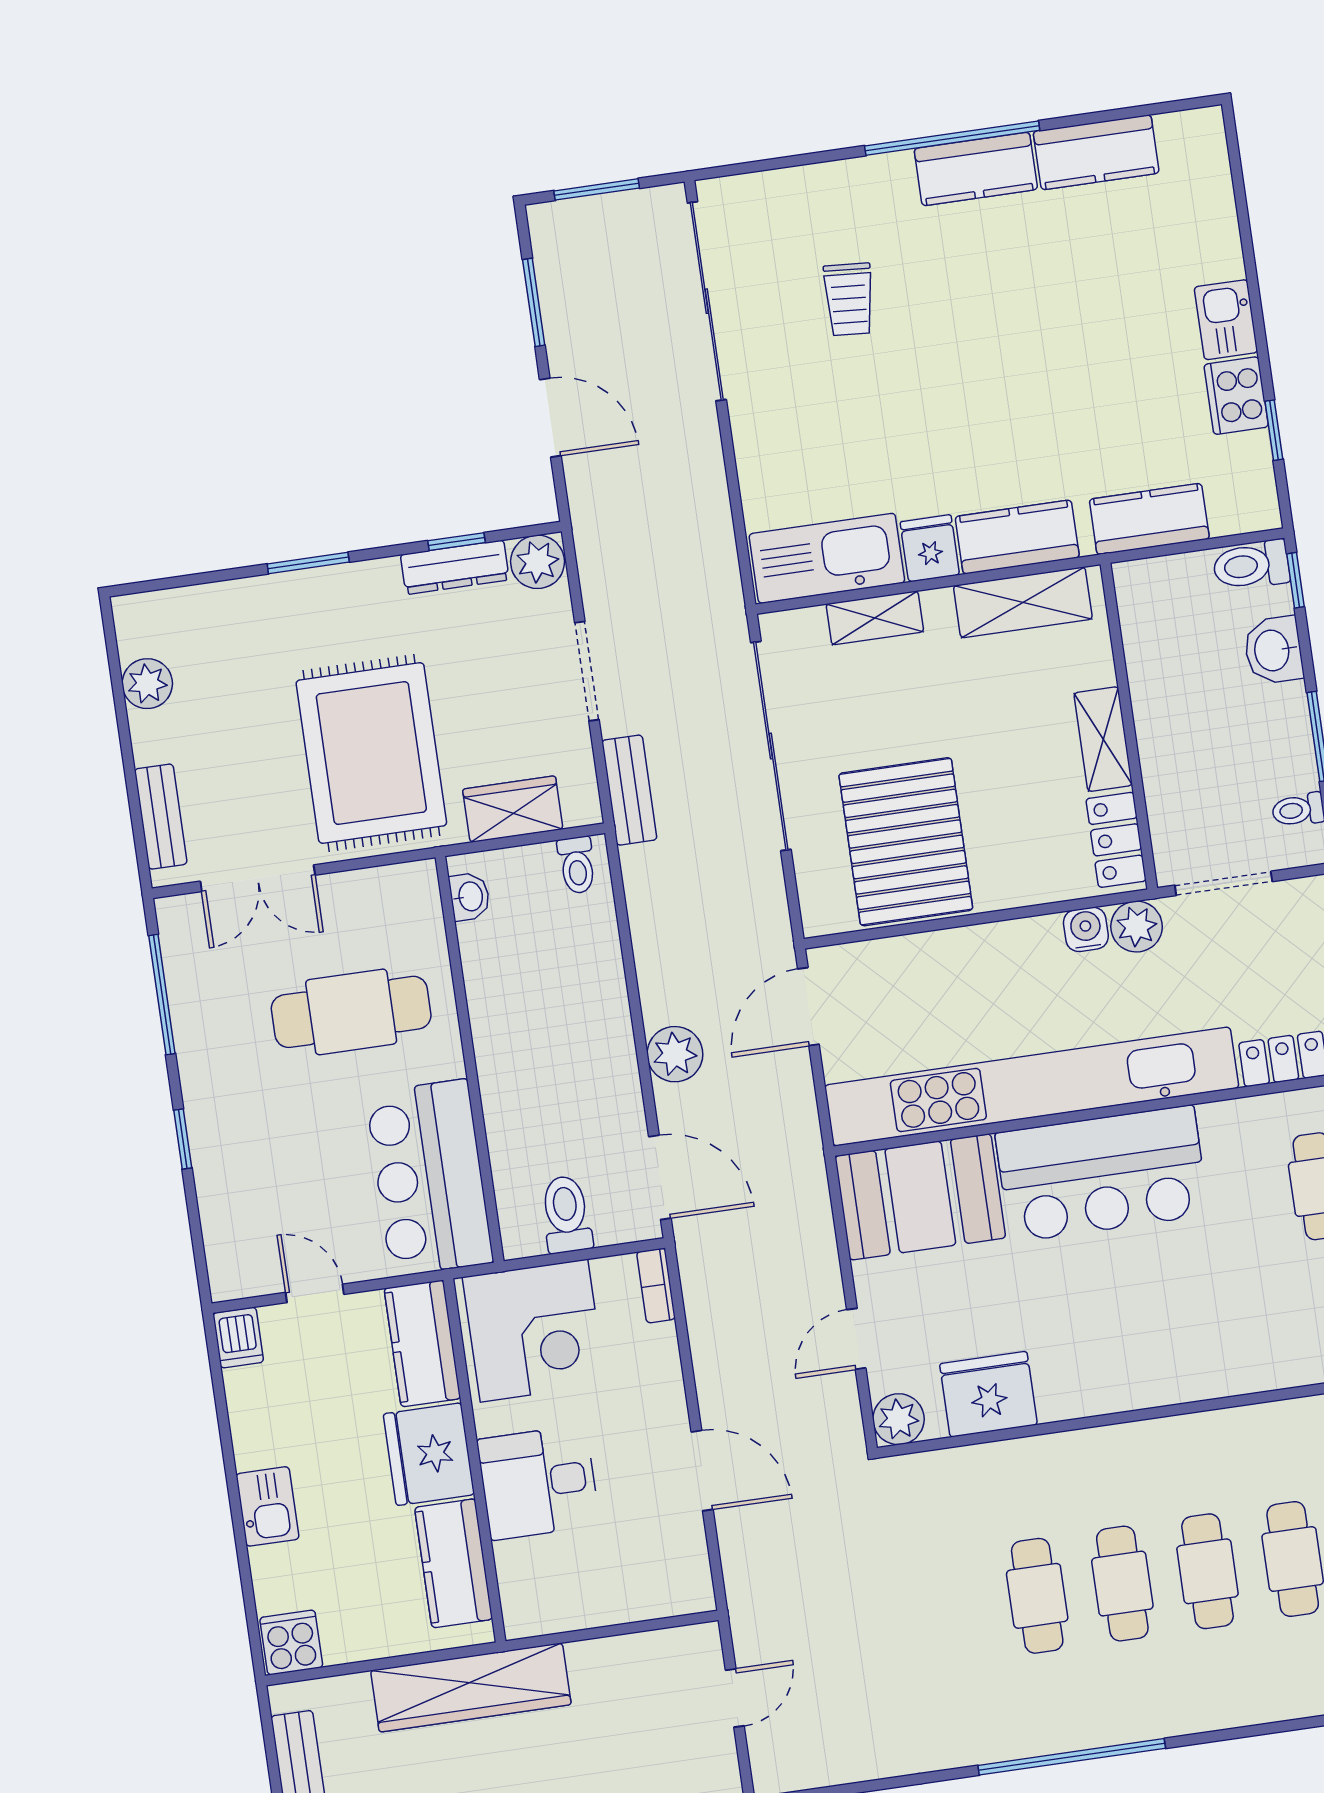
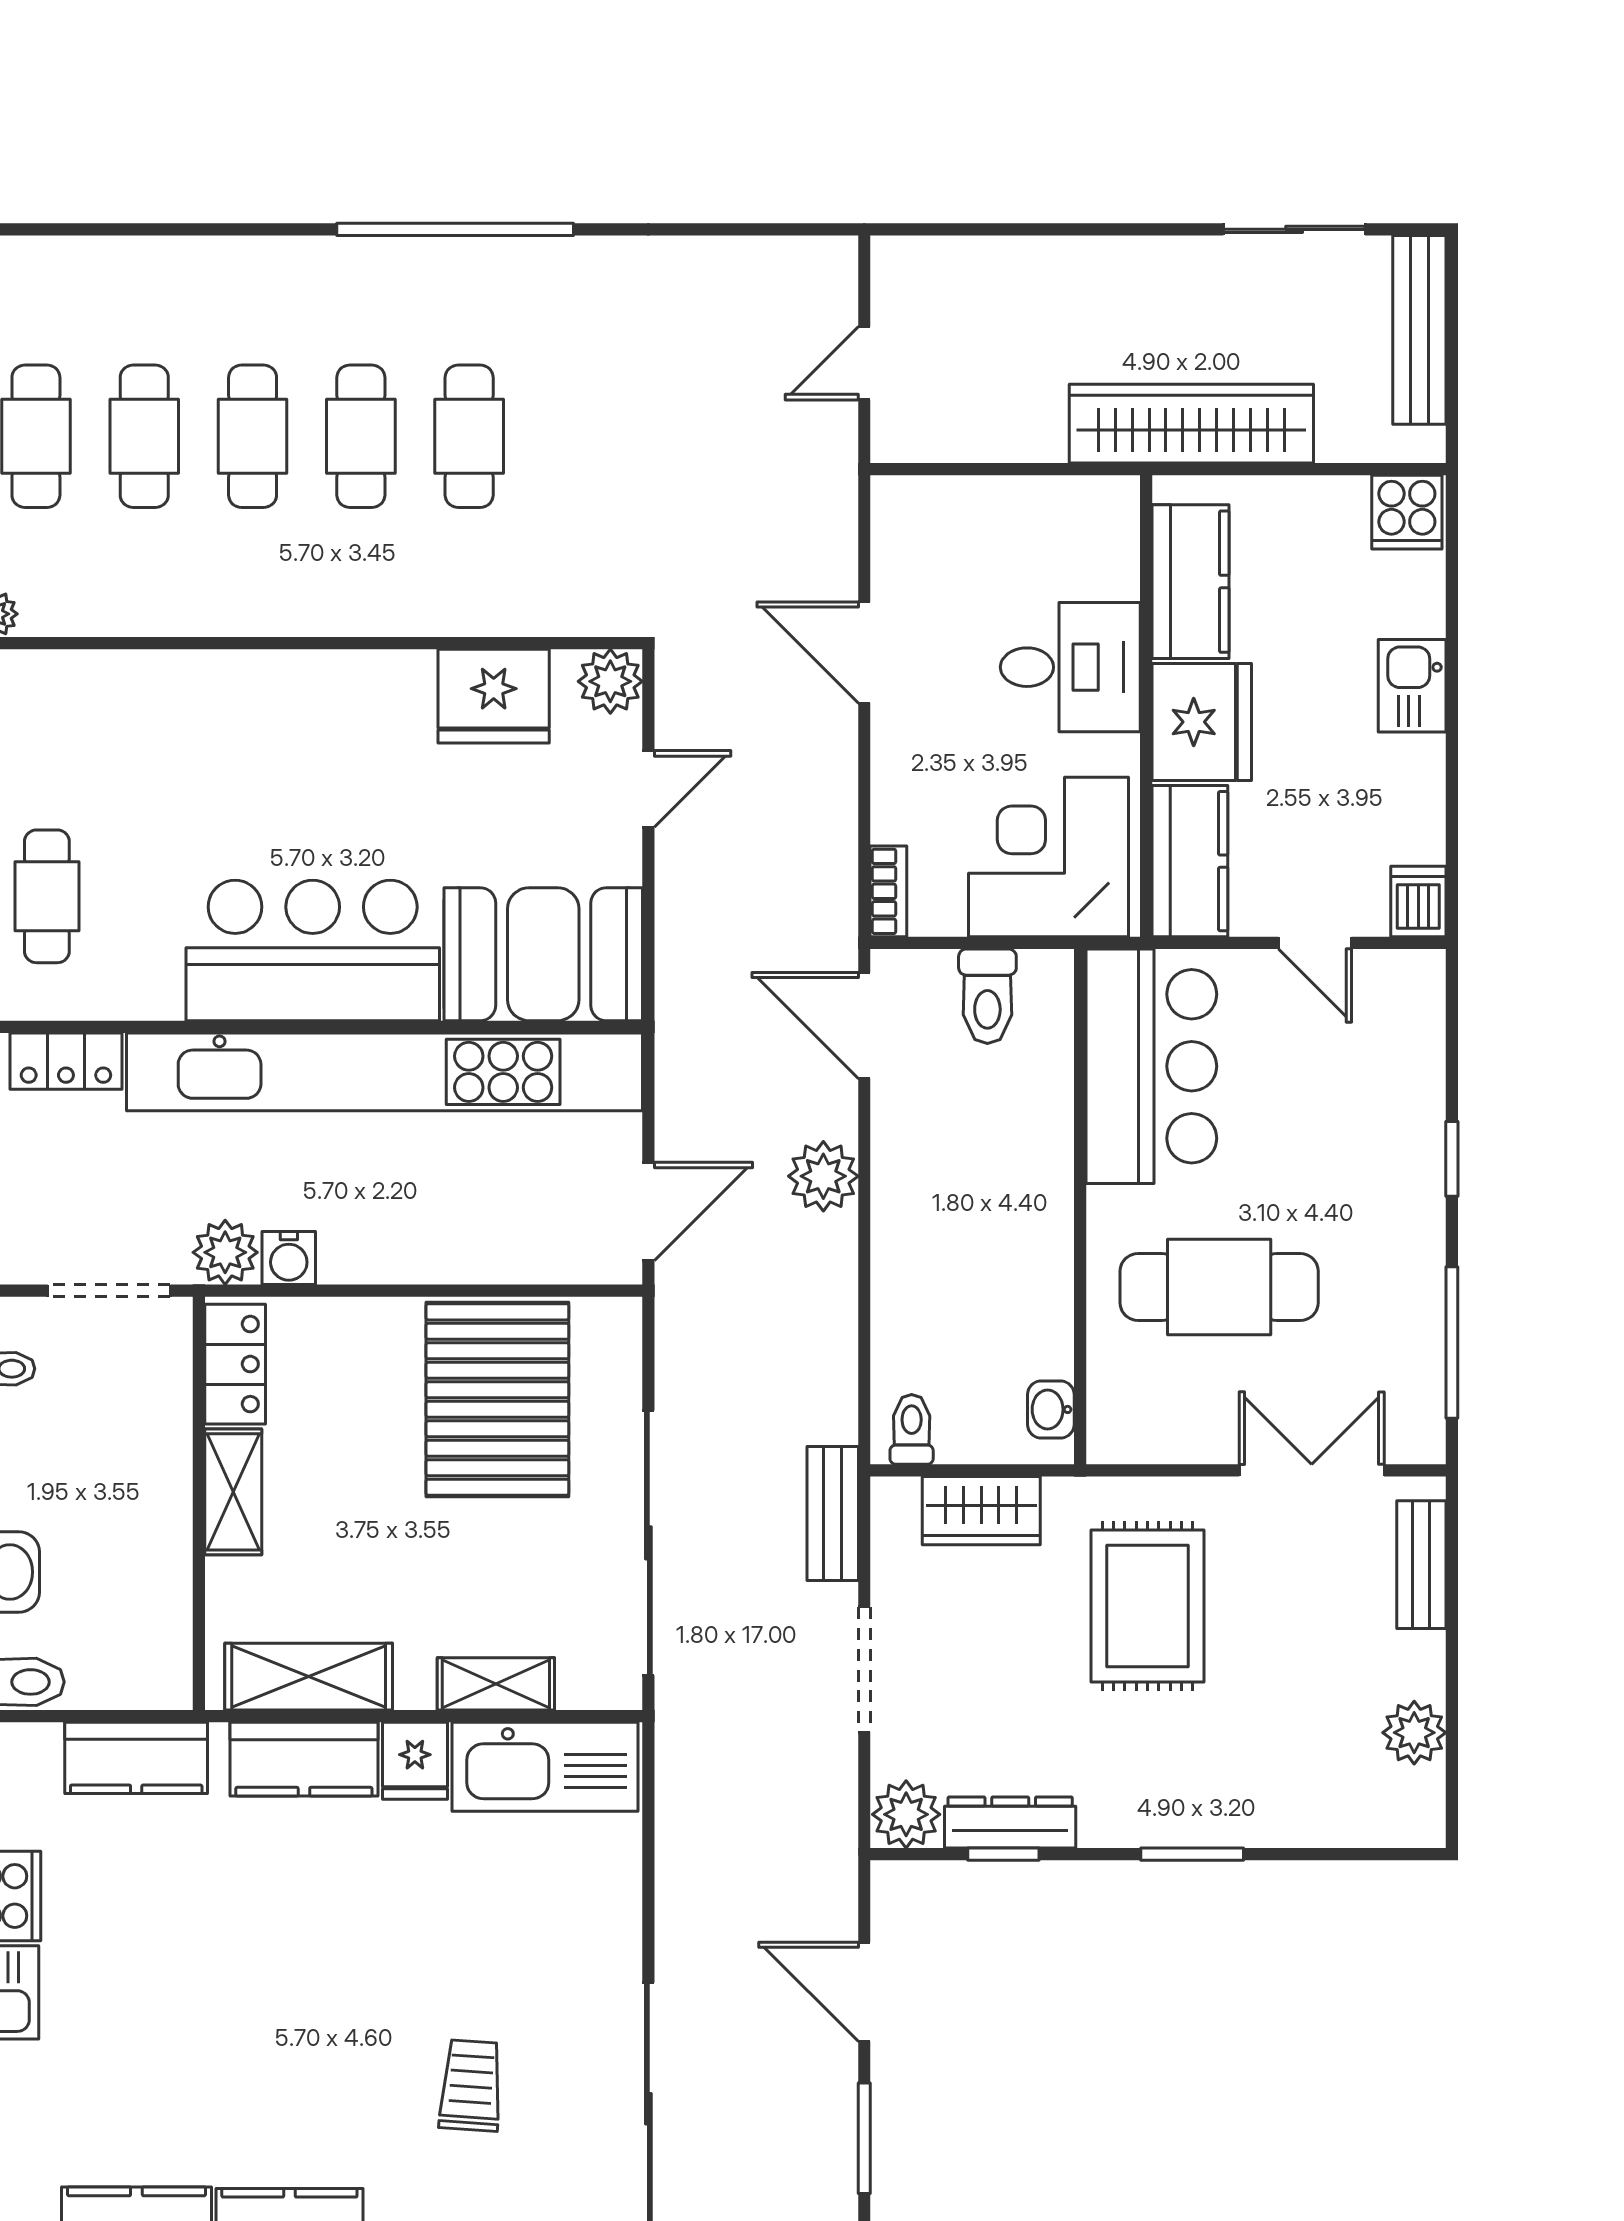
rug: (371, 753) -> (1148, 1606), width x0.73, depth x0.69

